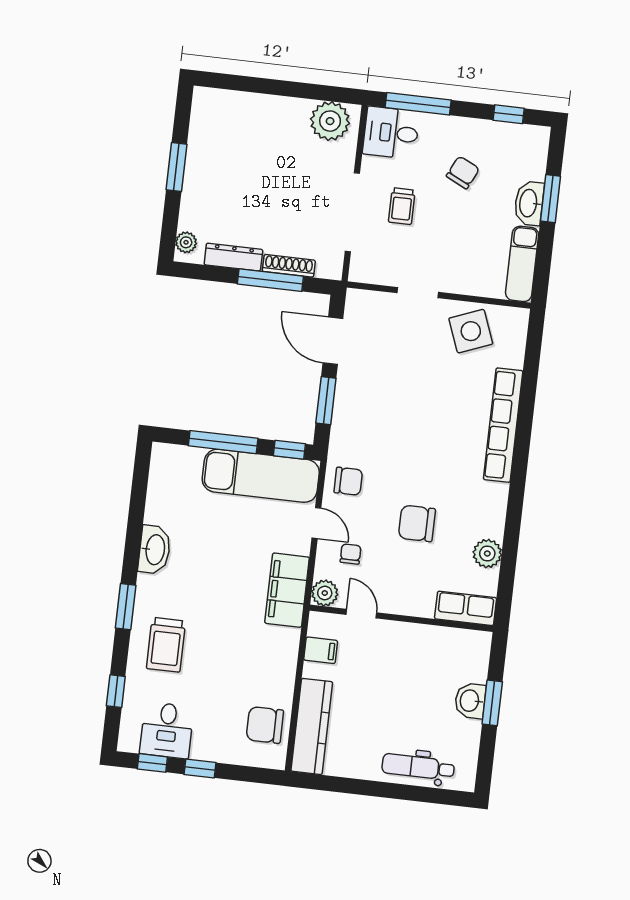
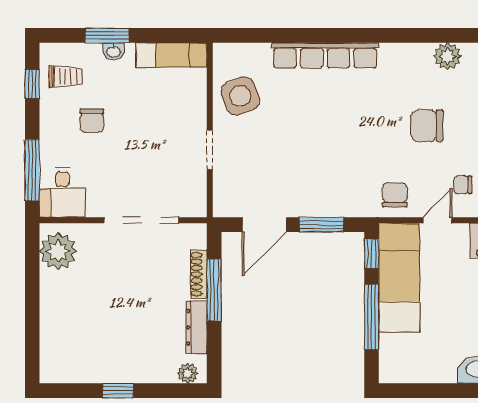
window: (176, 167) -> (118, 391), width x0.67
chair: (463, 172) -> (92, 121), turned -116
washbasin: (529, 203) -> (114, 51), width x0.52, depth x0.69
trolley: (402, 206) -> (66, 76), moved
chair: (417, 523) -> (427, 126), turned 90

